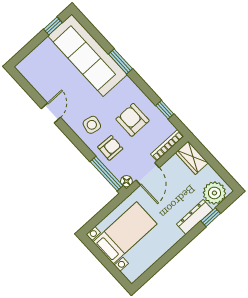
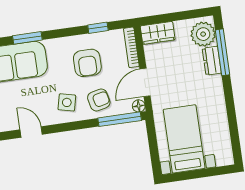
armchair: (133, 120) -> (87, 63), turned -90
armchair: (110, 148) -> (99, 100), turned 75
door: (148, 174) -> (145, 82), swing flipped
dresser: (195, 217) -> (212, 61), width x0.70
window: (211, 217) -> (223, 52), width x2.17

